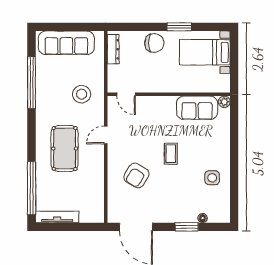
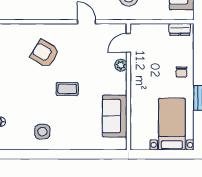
chair: (154, 43) -> (182, 72), width x0.54, depth x0.54
dresser: (113, 49) -> (180, 29), width x0.70
plant: (224, 102) -> (121, 65), moved

